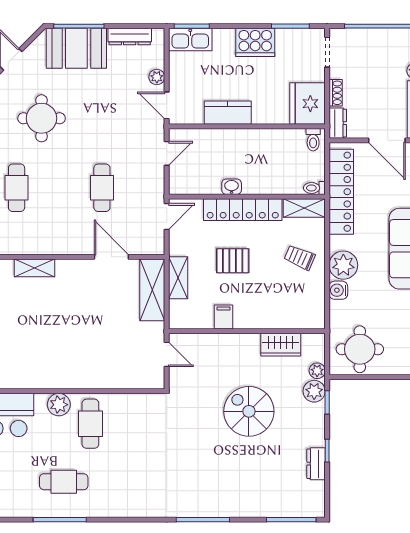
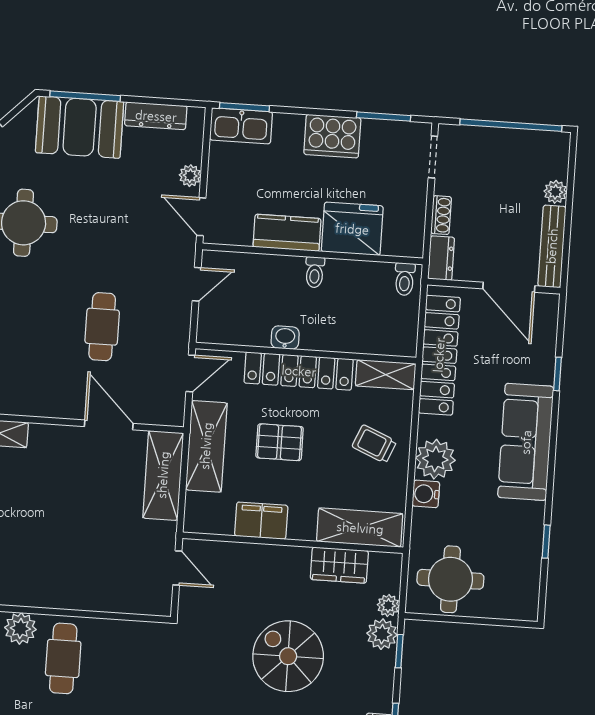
fridge: (307, 104) -> (352, 229), moved, turned 90
toilet: (314, 188) -> (315, 272), moved, turned -90
shelving: (178, 278) -> (206, 446), width x1.50, depth x1.33
filing cabinet: (223, 317) -> (261, 521), width x2.00
shelving: (293, 317) -> (360, 528), added

